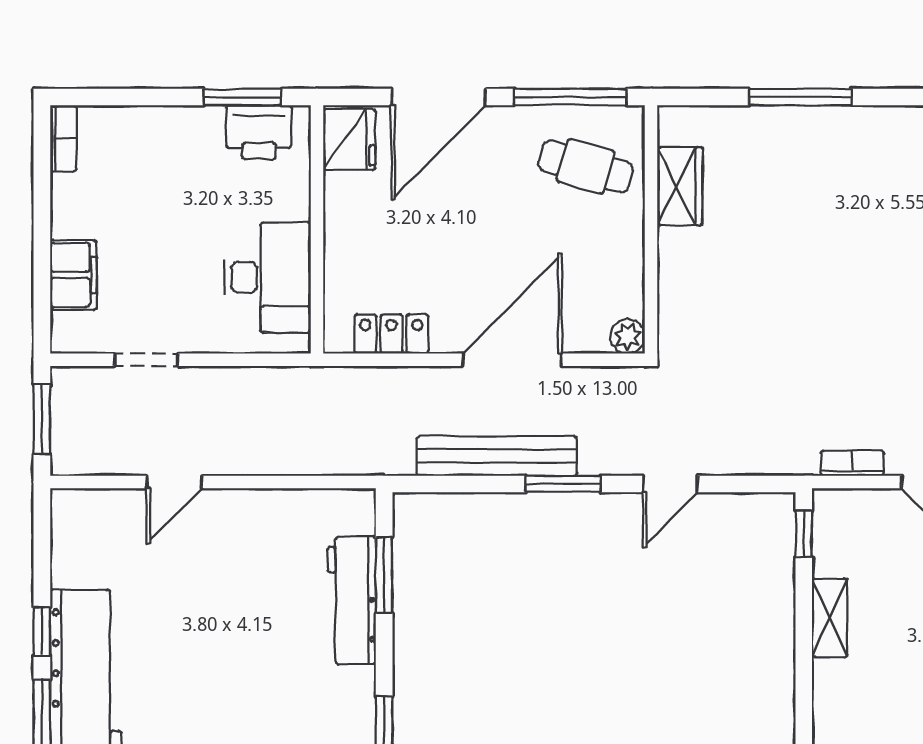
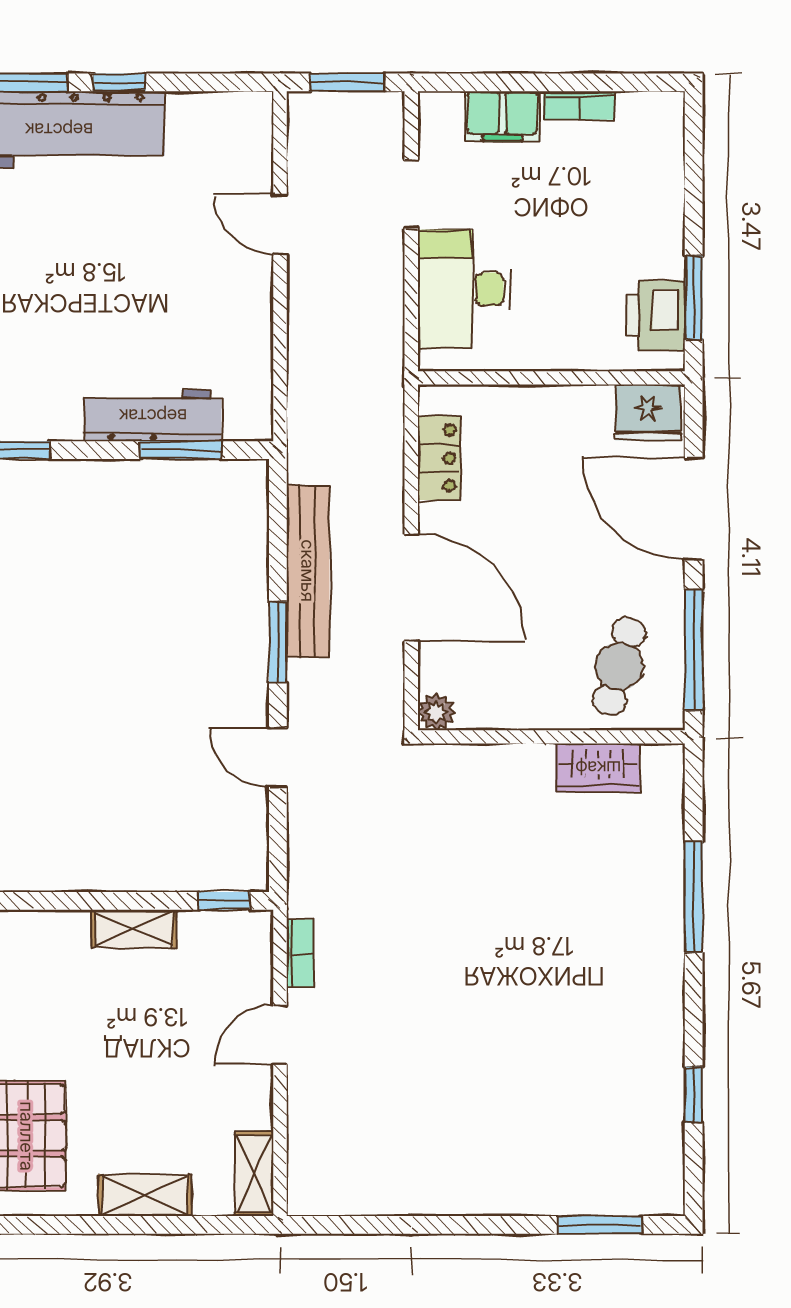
bookcase: (63, 138) -> (579, 105), moved
desk: (267, 277) -> (464, 289), moved, turned 90

